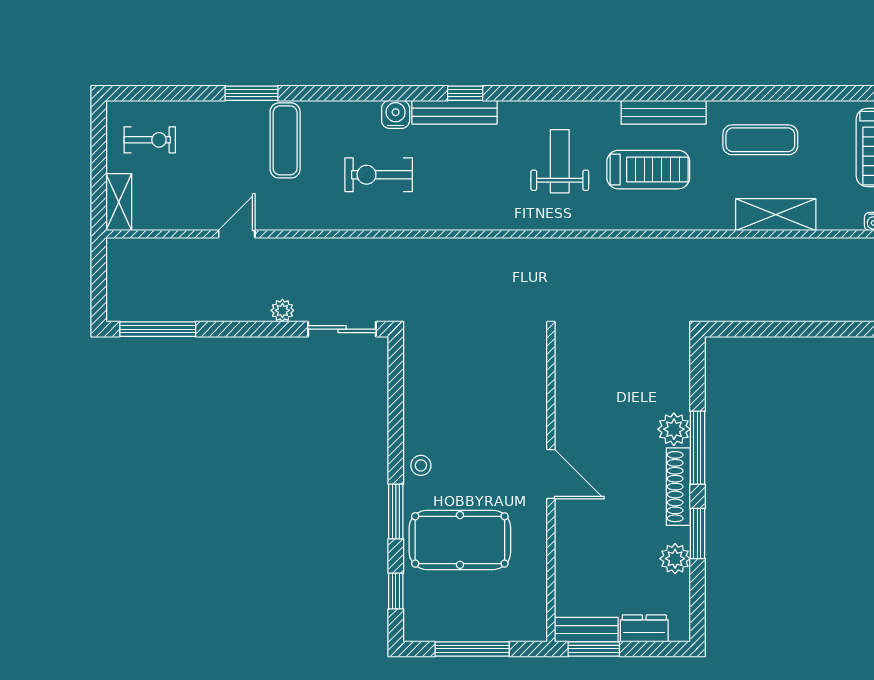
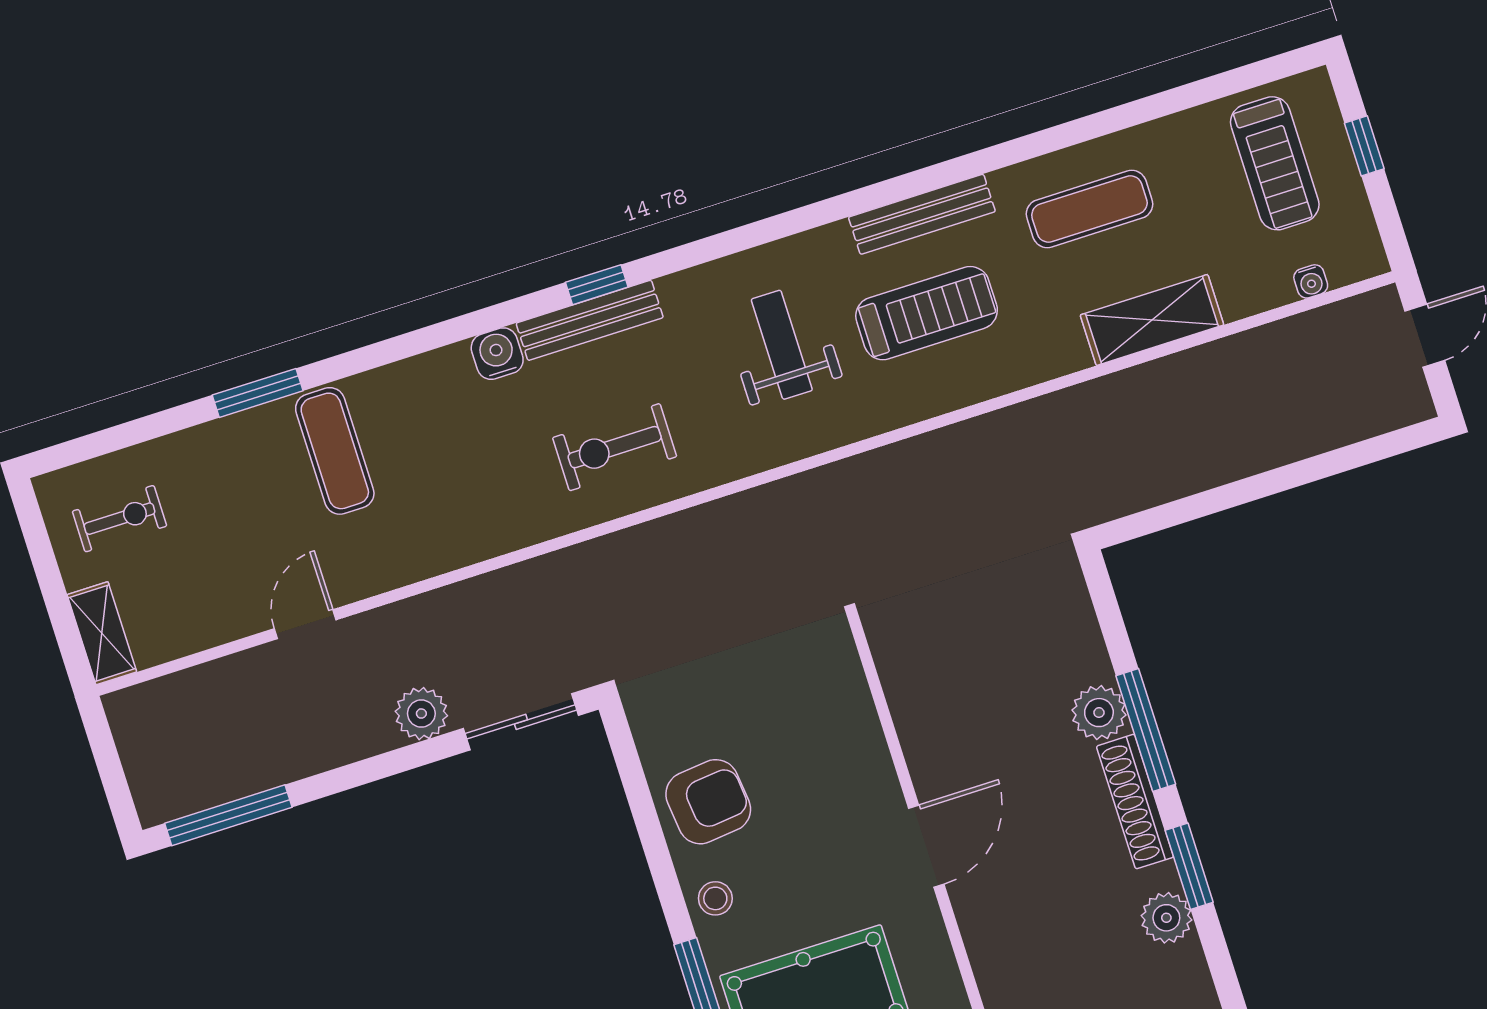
exercise bike: (379, 175) -> (615, 447), moved
plant: (282, 310) -> (421, 714), width x1.38, depth x1.38
armchair: (434, 409) -> (708, 802), added
door: (551, 474) -> (926, 846), hinge flipped

